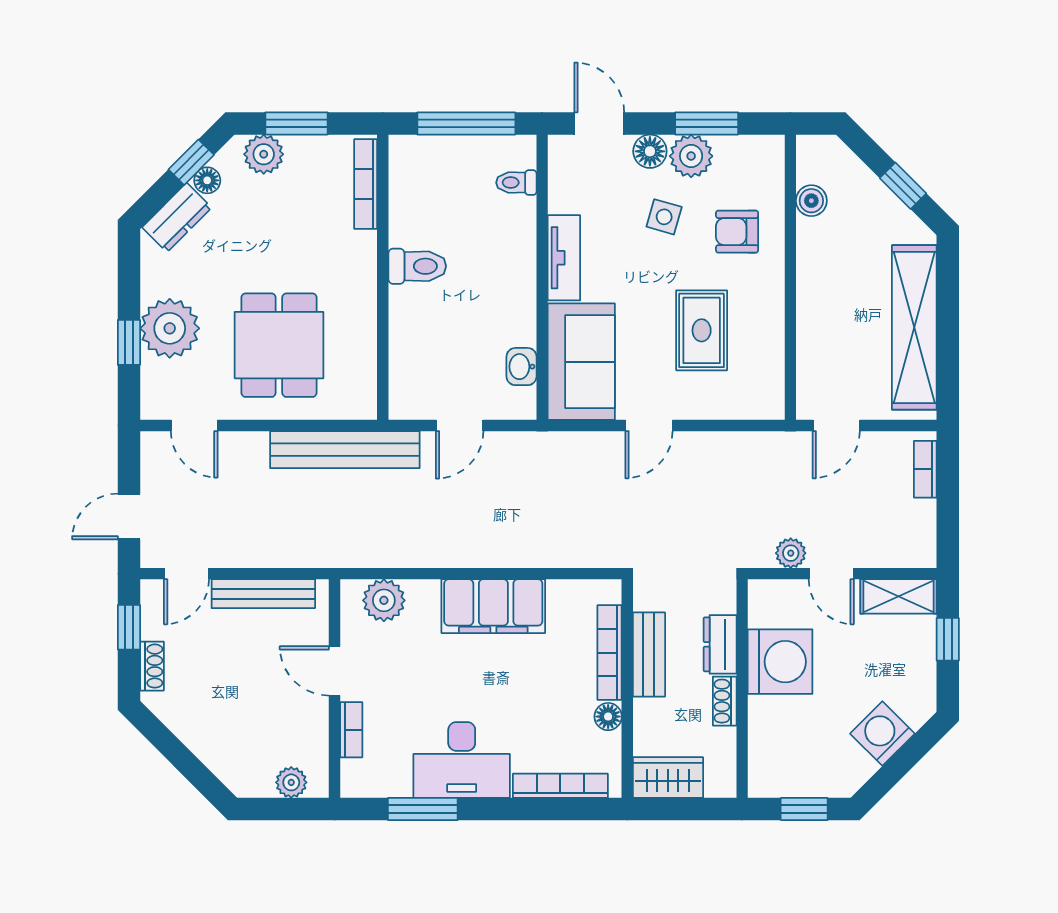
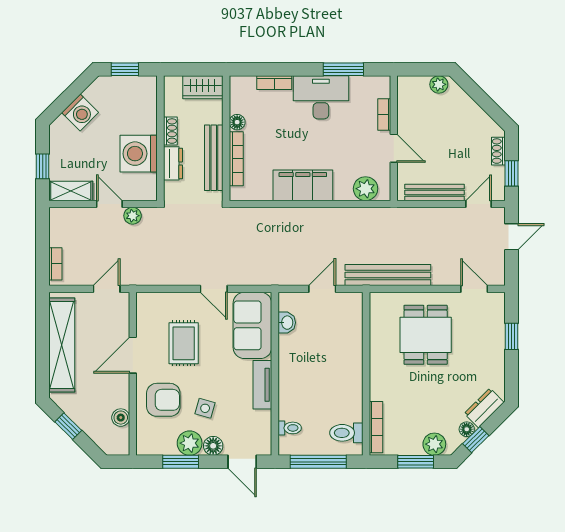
armchair: (737, 232) -> (163, 400), width x1.38, depth x1.38
toilet: (417, 266) -> (346, 433), moved
door: (790, 310) -> (133, 355), added
plant: (170, 328) -> (488, 344), removed
door: (649, 425) -> (214, 289), swing flipped
bench: (649, 655) -> (214, 158), width x1.36
plant: (291, 782) -> (439, 84), moved
bookcase: (560, 786) -> (274, 83), width x0.64

